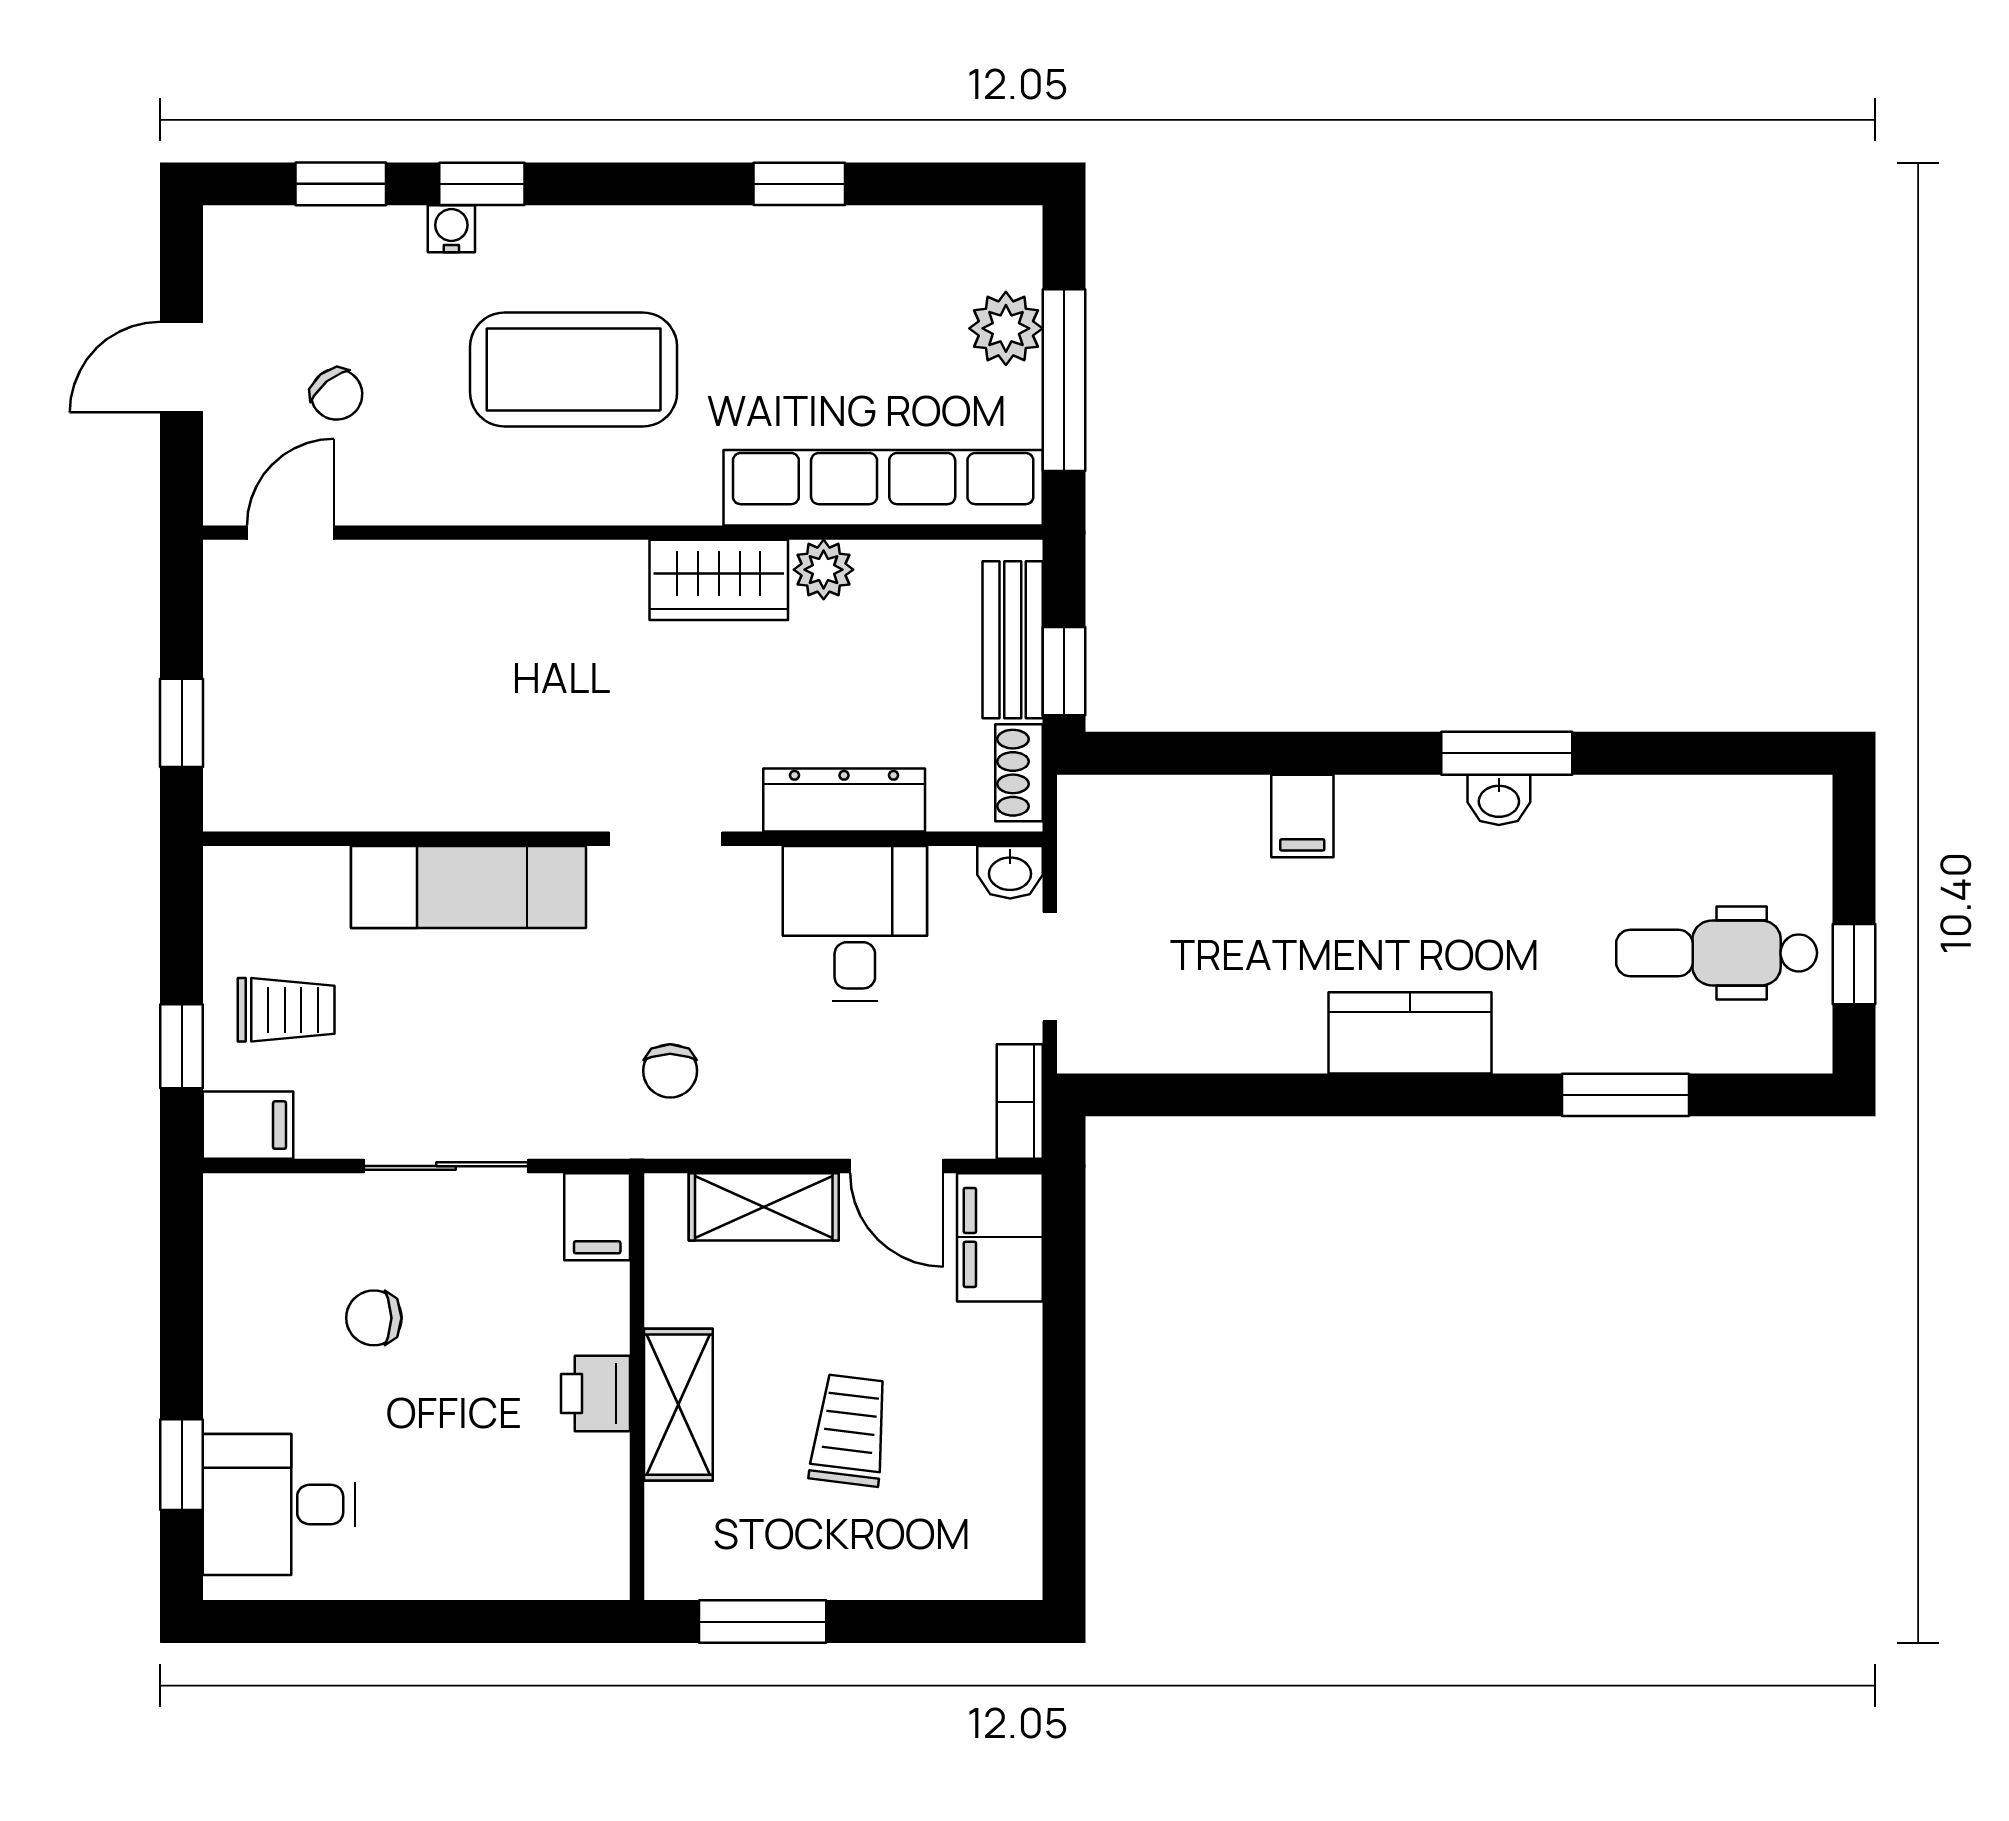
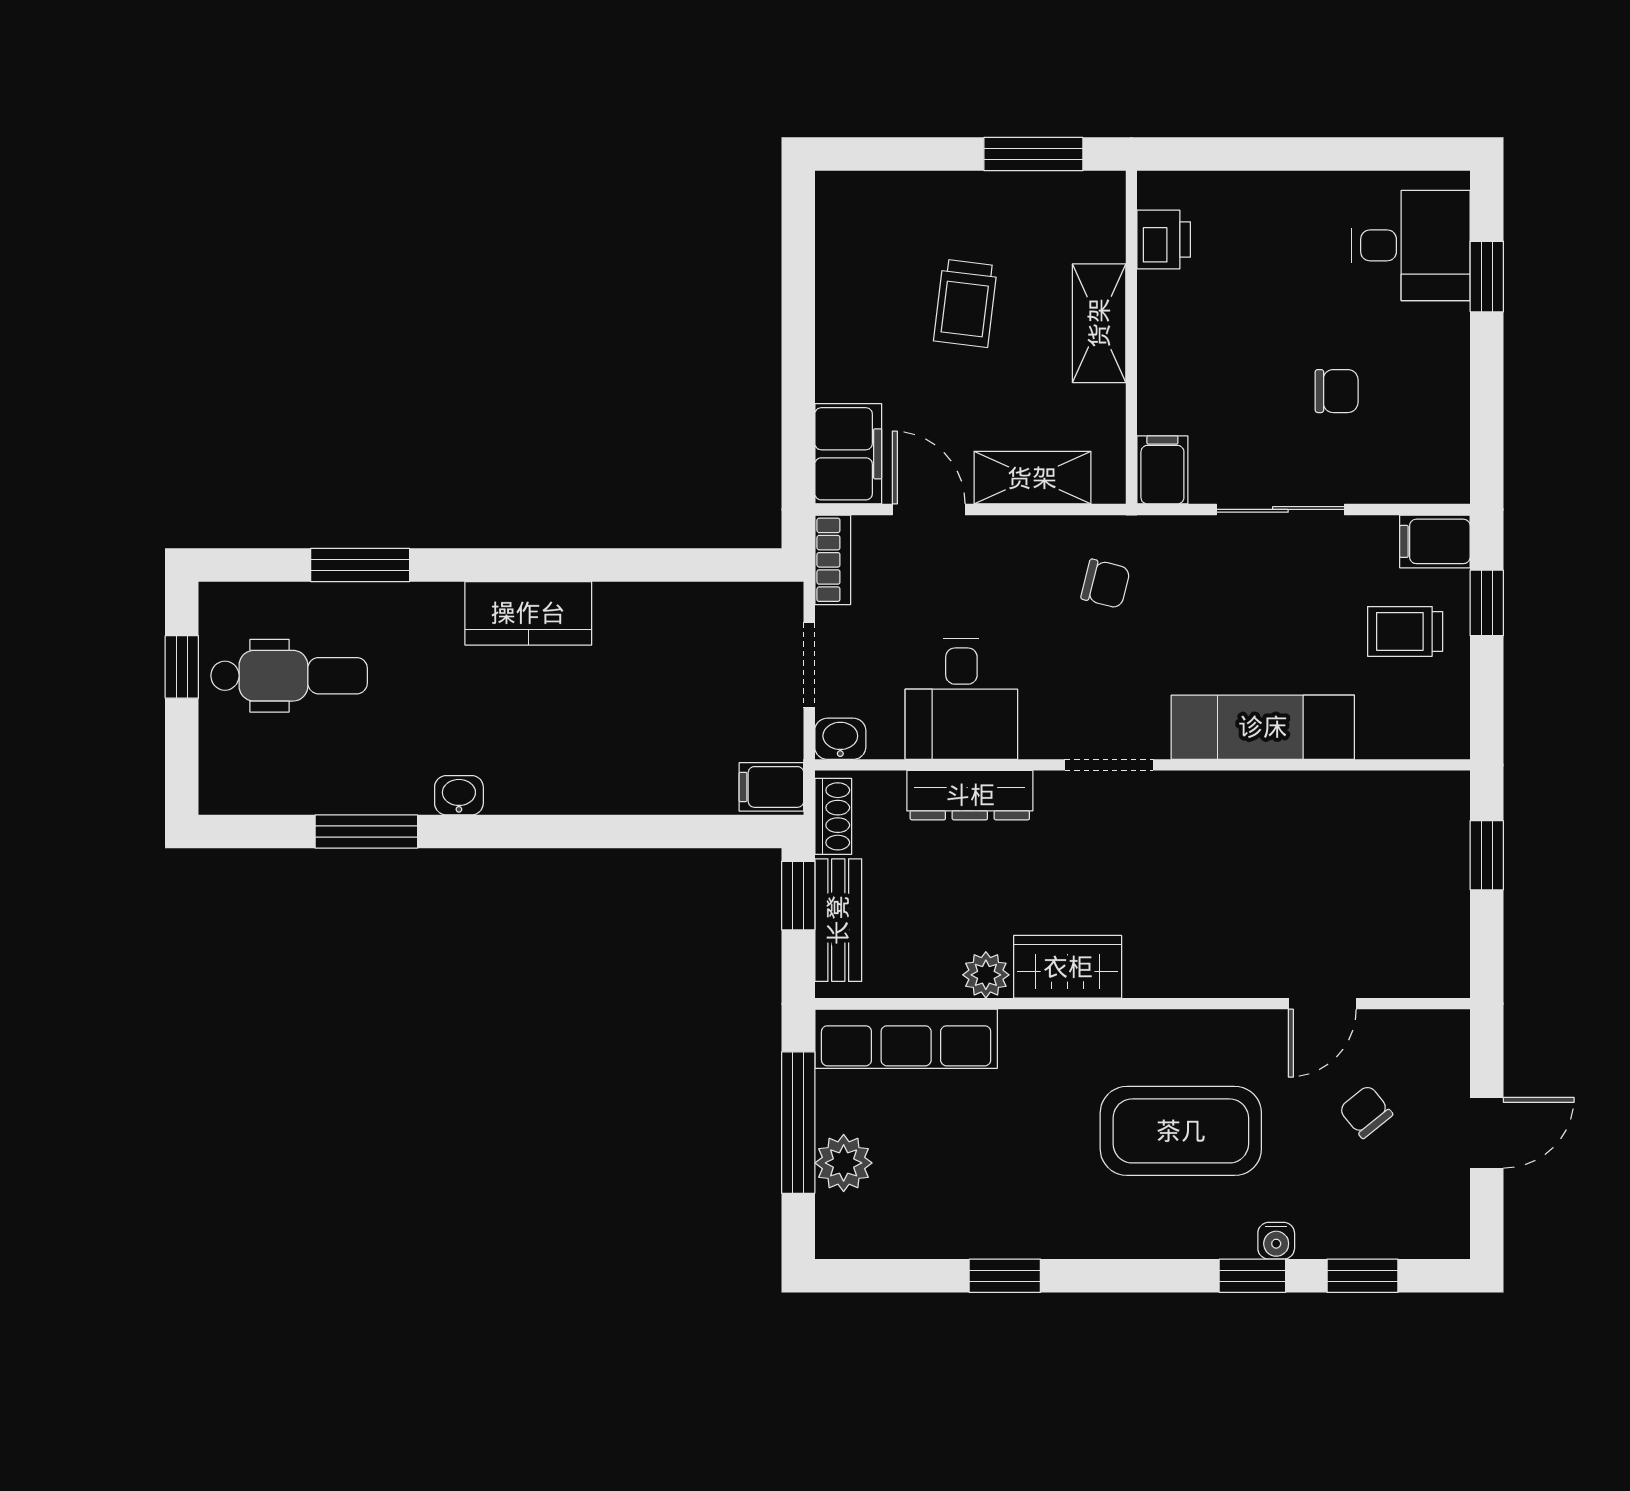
row of seats: (883, 488) -> (906, 1039), width x0.73
door: (291, 533) -> (1322, 1004), moved
window: (1507, 753) -> (366, 832), moved
filing cabinet: (1302, 816) -> (771, 787), moved, turned -90
chair: (670, 1071) -> (1106, 584), turned 104
printer: (596, 1393) -> (1164, 240), moved

